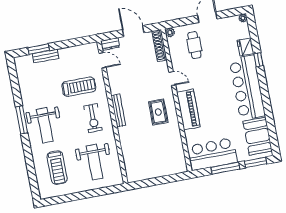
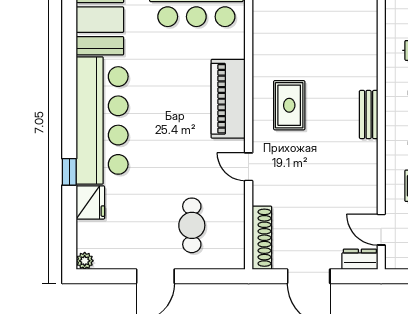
plant: (170, 32) -> (236, 260), removed
bench: (118, 111) -> (369, 114), width x0.73

